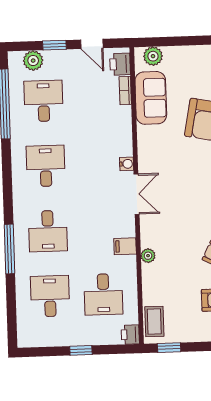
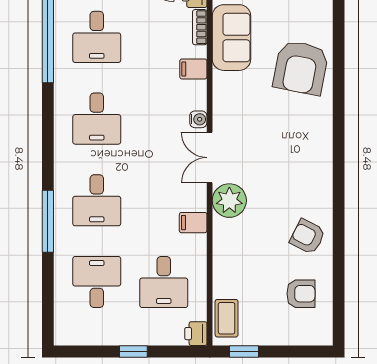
desk: (44, 101) -> (97, 37), turned 180
filing cabinet: (121, 124) -> (193, 69), added
desk: (46, 166) -> (97, 119), turned 180
double door: (137, 194) -> (210, 158), swing flipped
plant: (148, 256) -> (229, 201), moved, width x1.88, depth x1.88

